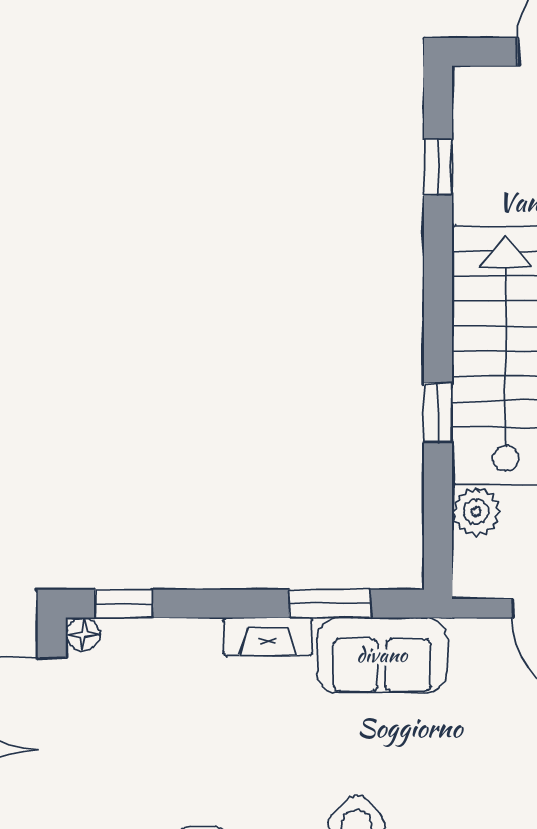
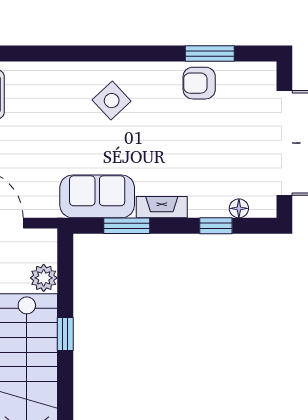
window: (124, 604) -> (216, 226), moved
floor lamp: (83, 634) -> (239, 208), moved

